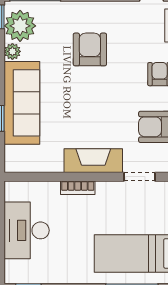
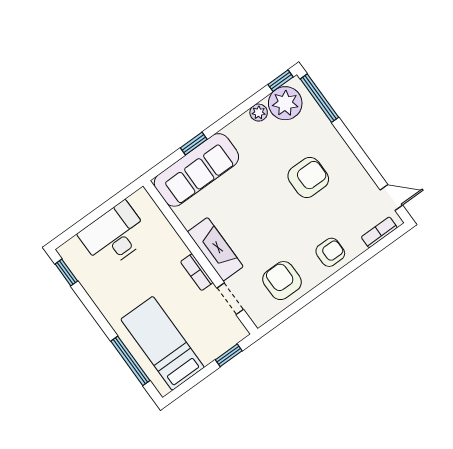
sofa: (22, 103) -> (196, 170), moved
bookcase: (78, 188) -> (197, 272), moved

